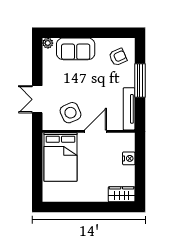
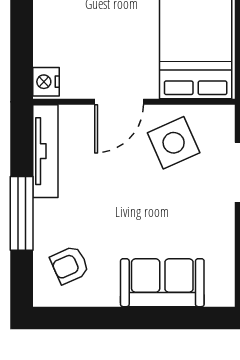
plant: (48, 43) -> (223, 295), removed
nightstand: (129, 158) -> (46, 82), moved

